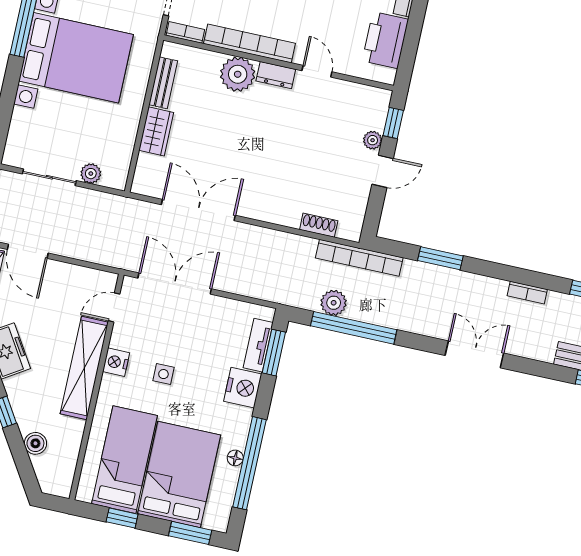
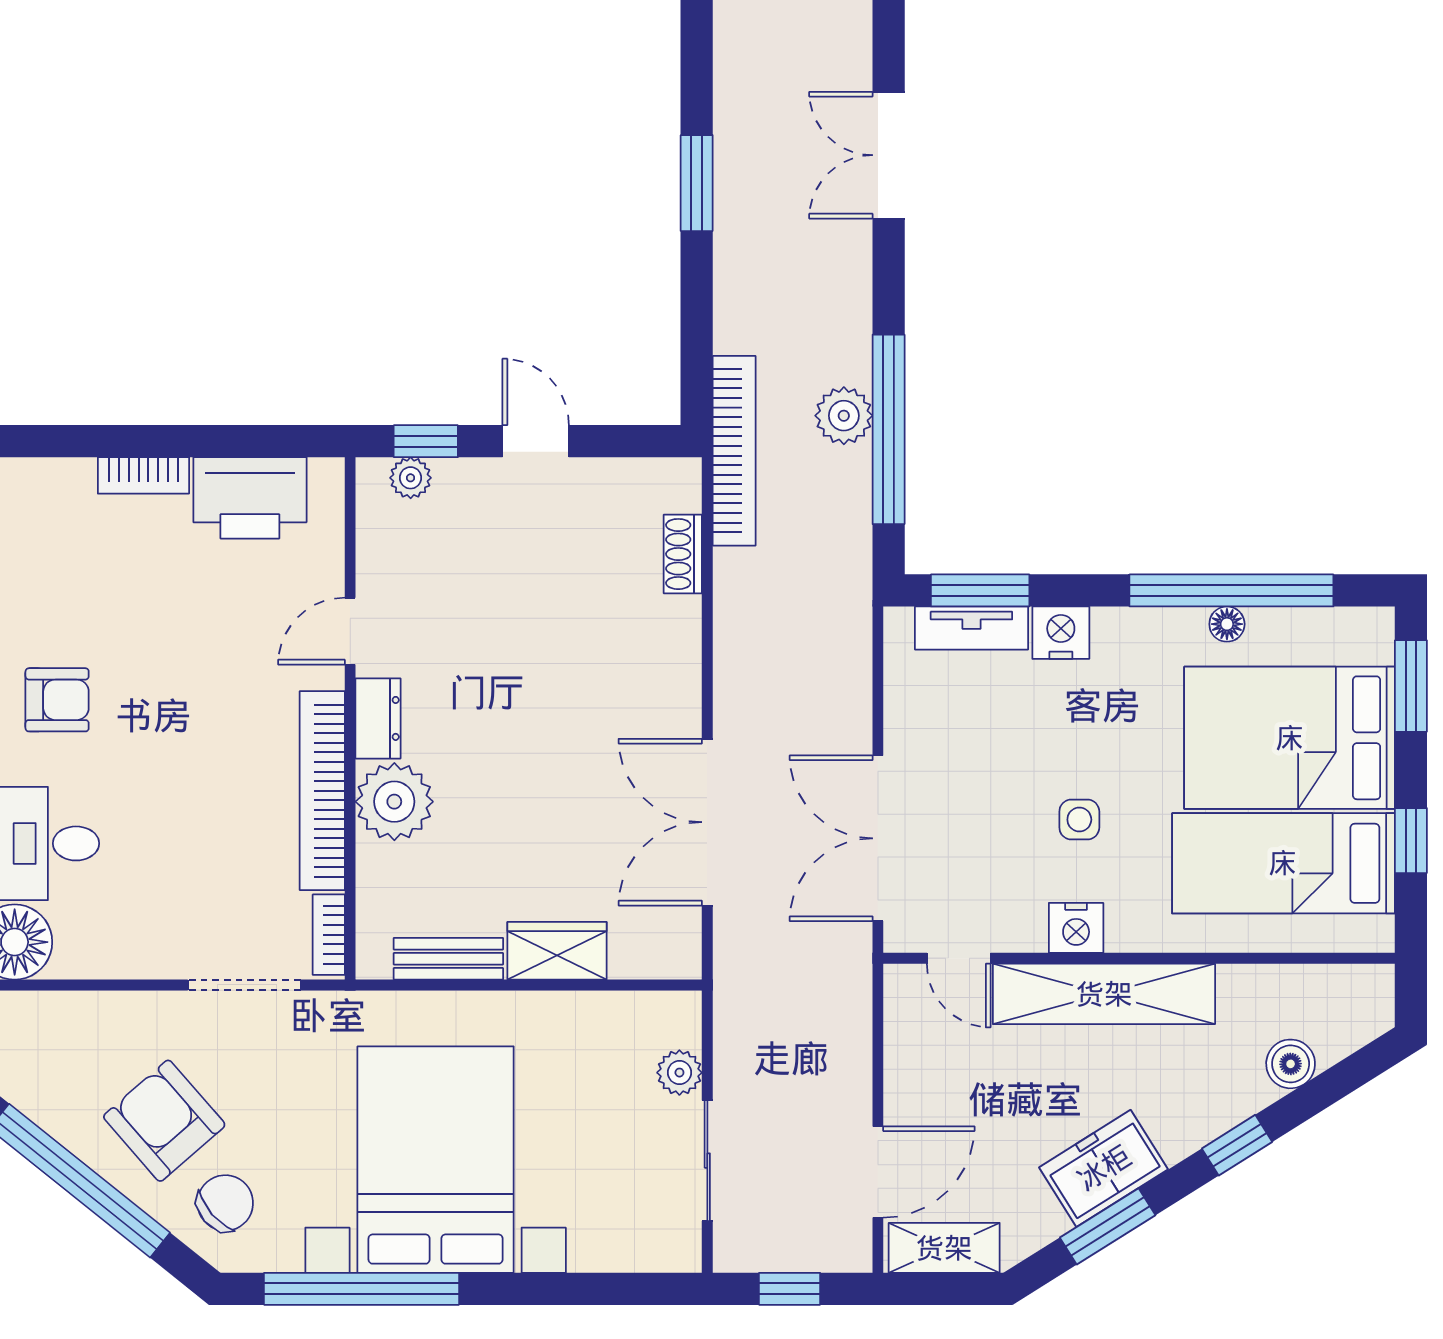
plant: (373, 140) -> (411, 478), moved
window: (440, 258) -> (697, 183), moved
bookcase: (527, 293) -> (729, 70), removed
plant: (334, 303) -> (844, 416), moved
nightstand: (243, 388) -> (1061, 633), width x0.74, depth x0.75

